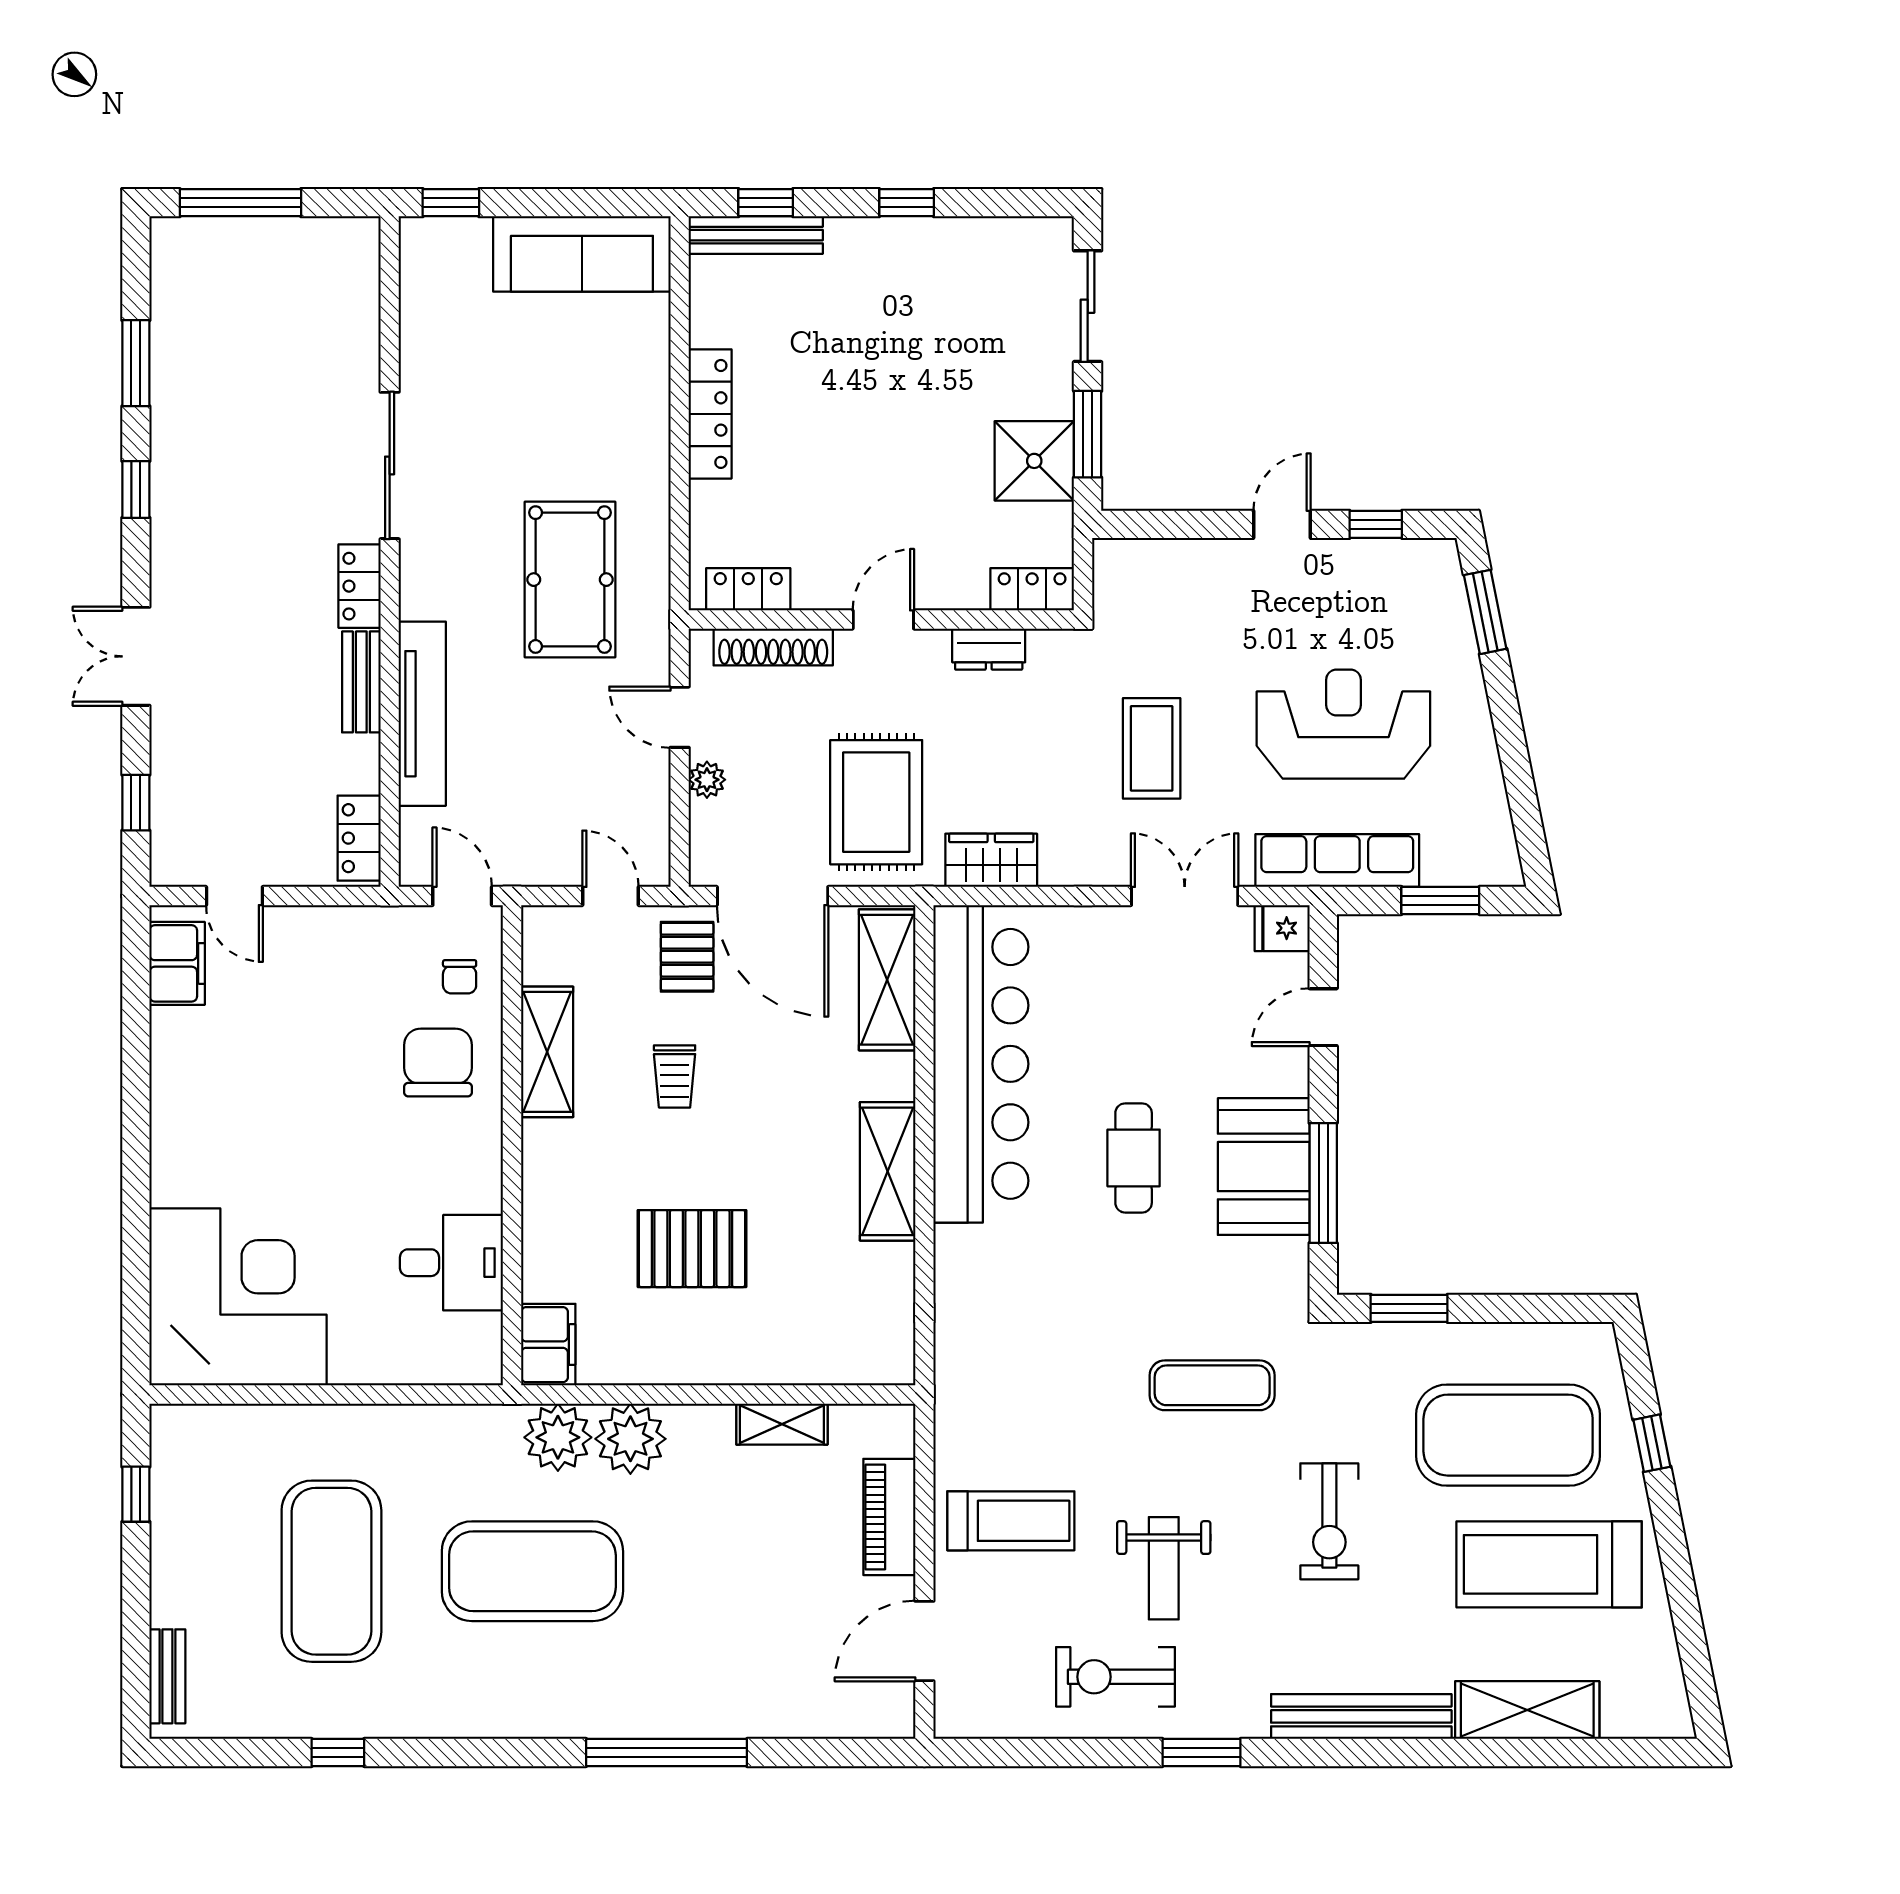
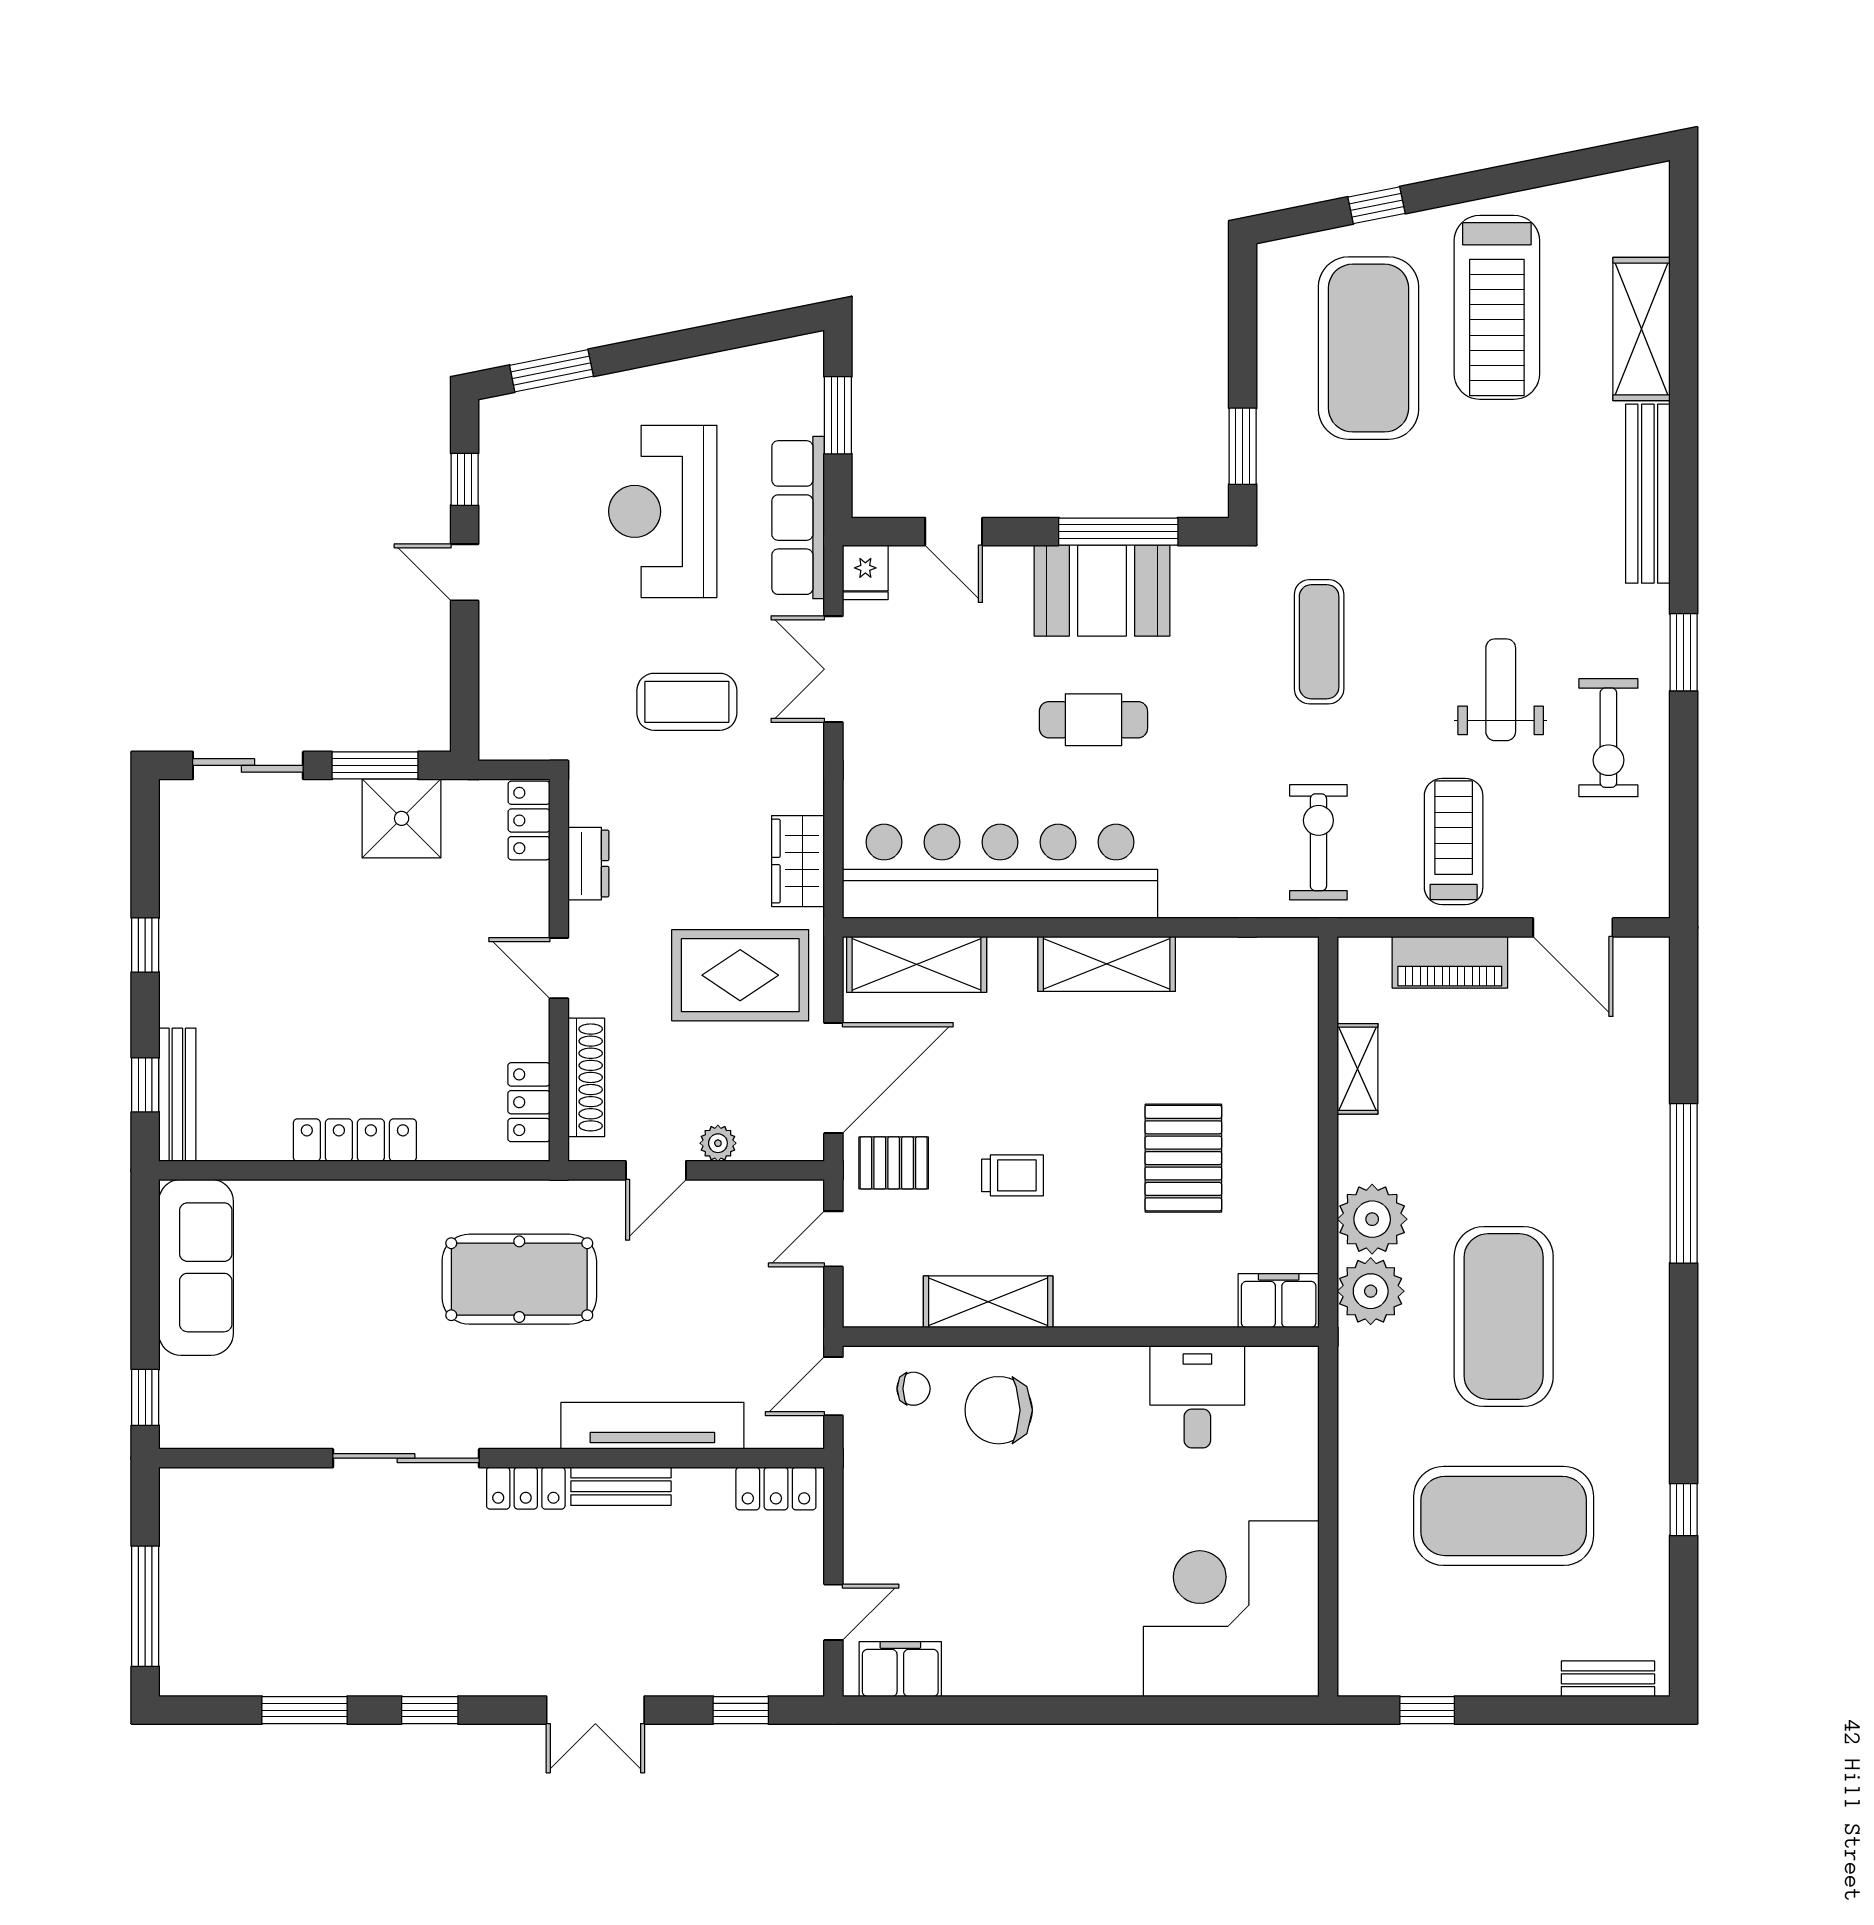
exercise bike: (1329, 1521) -> (1318, 842), moved, turned -90
weight bench: (1164, 1568) -> (1501, 690), turned -90

